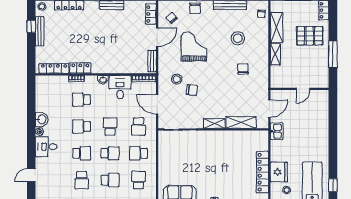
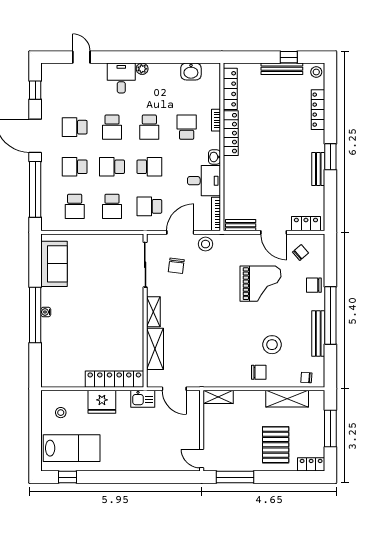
shelving: (275, 54) -> (218, 397), moved
window: (333, 54) -> (235, 477), moved
locker: (80, 68) -> (231, 133), width x1.53
chair: (243, 69) -> (259, 372), moved
stool: (177, 79) -> (206, 244), moved
door: (303, 89) -> (202, 459), moved
chair: (192, 90) -> (176, 266), moved
washbasin: (42, 119) -> (191, 71), moved
school desk: (82, 126) -> (149, 127), turned 180
school desk: (110, 153) -> (112, 167), turned 90
school desk: (138, 153) -> (112, 206), turned 180
locker: (263, 172) -> (114, 379), moved
fridge: (279, 172) -> (102, 402), moved
school desk: (110, 180) -> (75, 167), turned 90
school desk: (138, 180) -> (75, 206), turned 90

